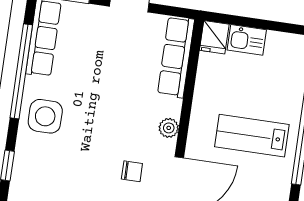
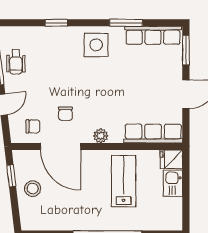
window: (21, 71) -> (126, 23), width x0.47
lab bench: (252, 136) -> (124, 181), moved

